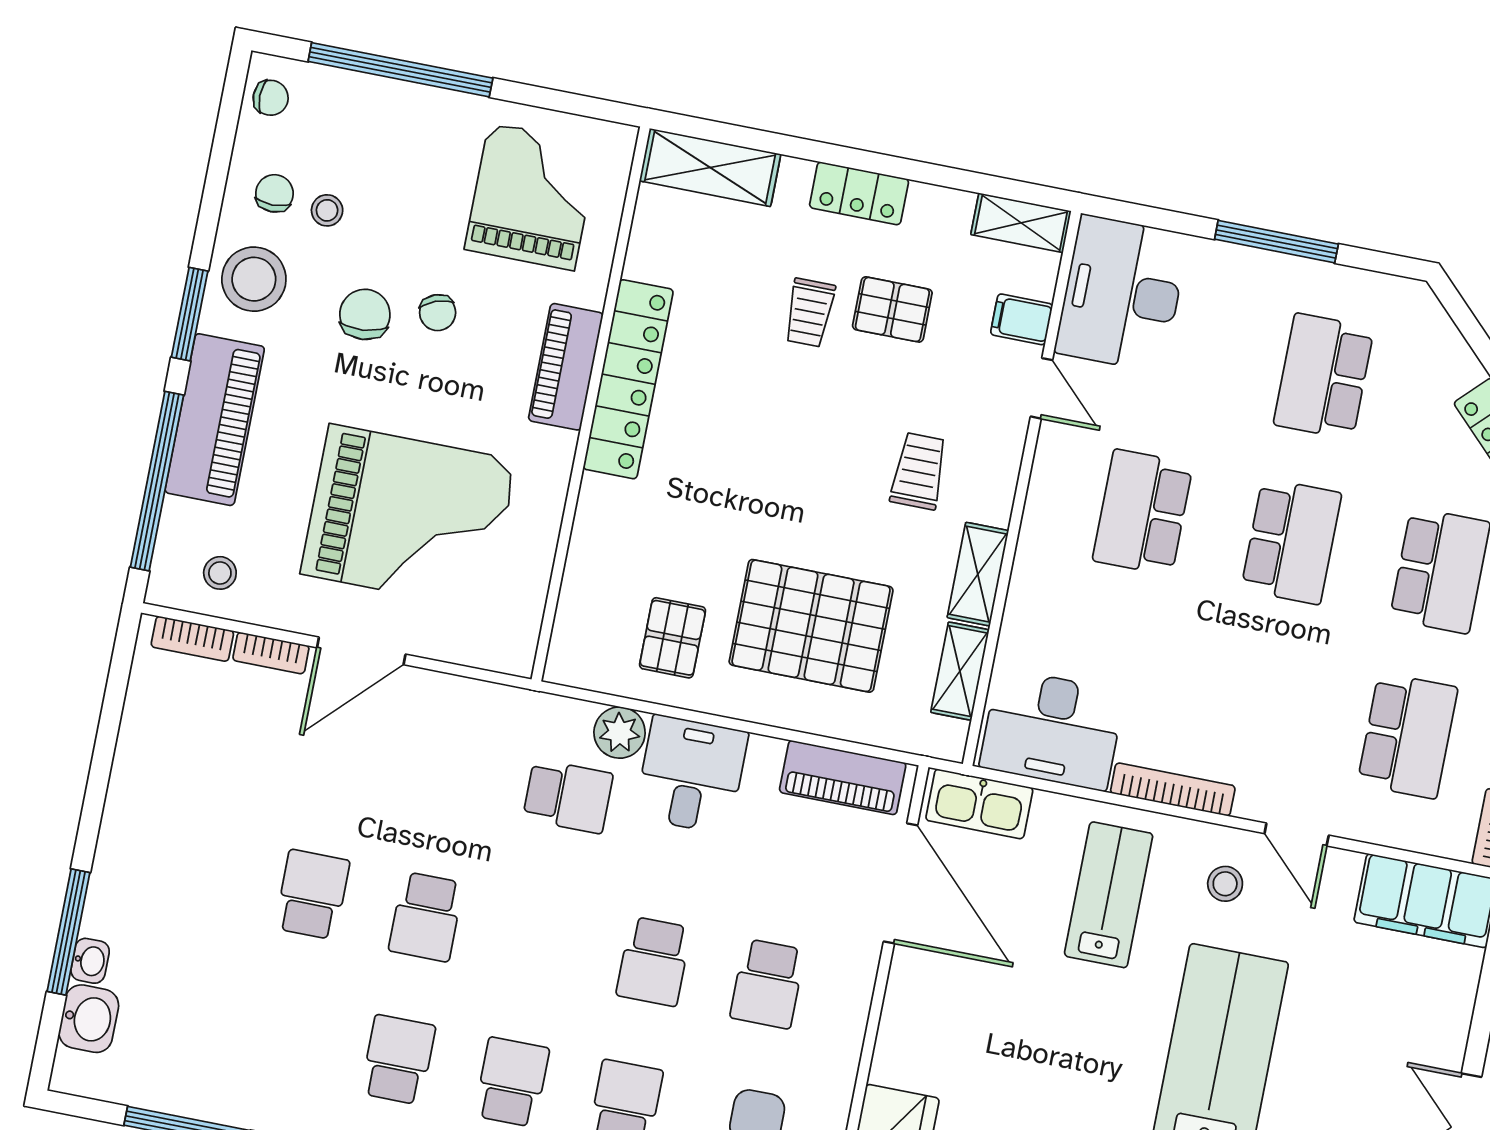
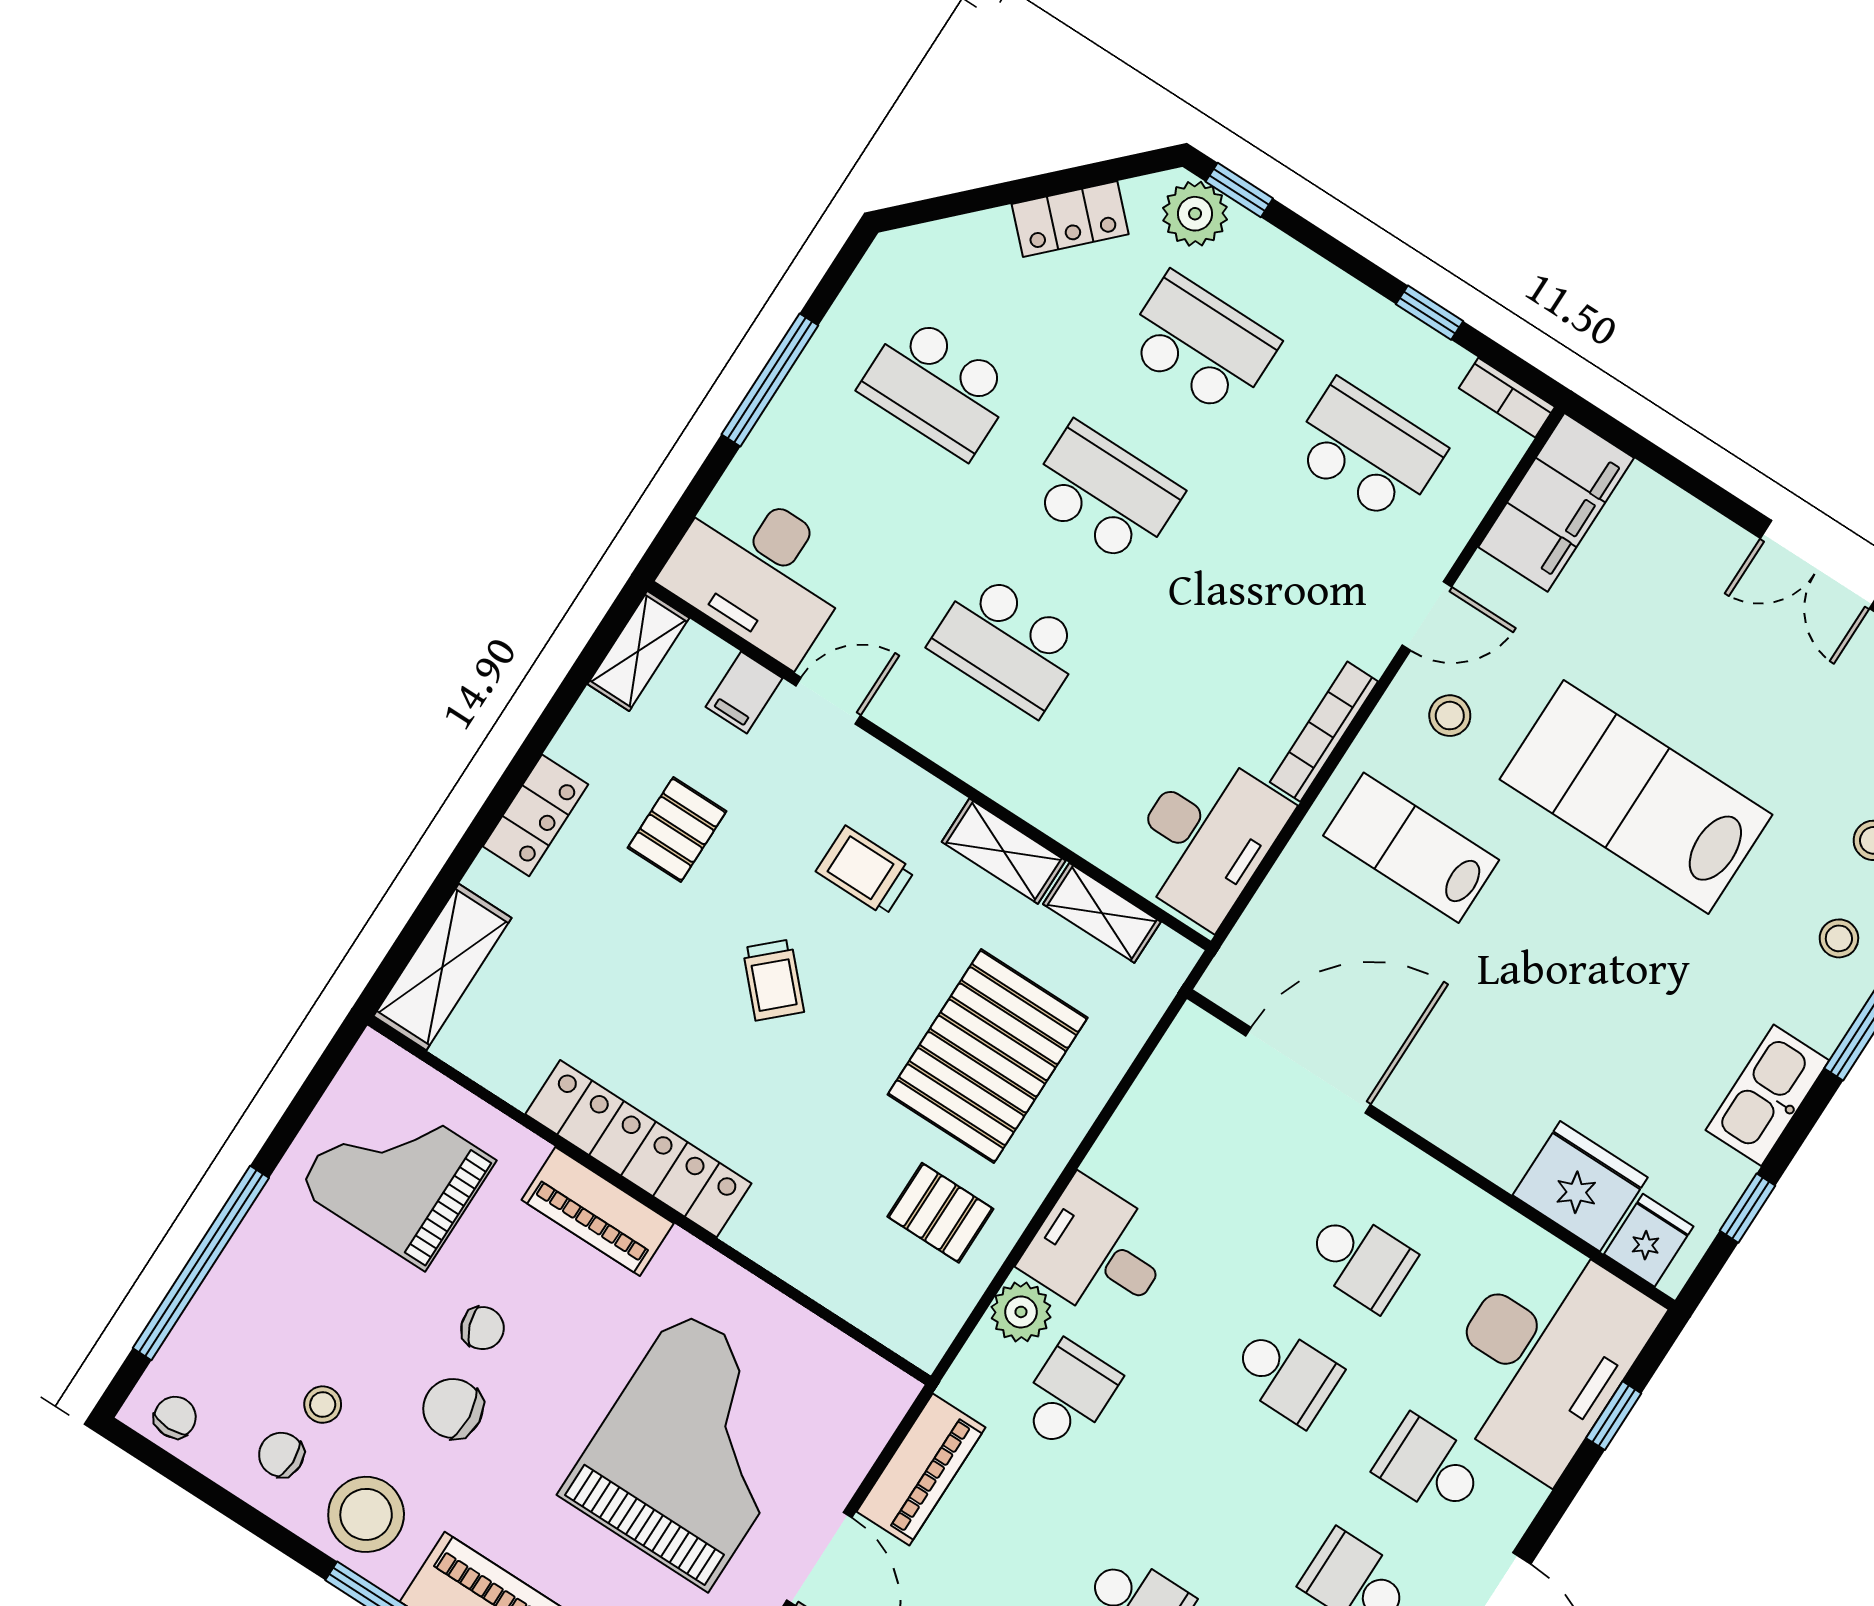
trolley: (809, 313) -> (773, 980), moved, turned 47
piano: (843, 778) -> (921, 1469), moved
kitchen sink: (979, 804) -> (1256, 950), removed

